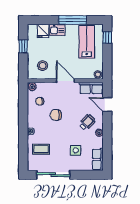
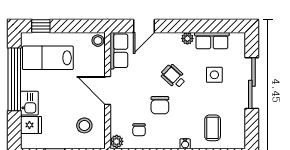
window: (73, 20) -> (14, 79), width x1.46
door: (65, 81) -> (108, 90), hinge flipped
wheelchair: (87, 122) -> (173, 76), moved
row of seats: (98, 159) -> (212, 41), moved
sliding door: (53, 175) -> (252, 83), moved

